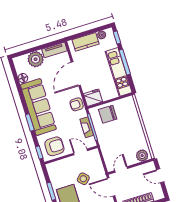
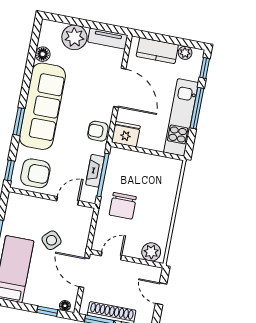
door: (76, 74) -> (120, 88), swing flipped
chair: (108, 114) -> (123, 206), moved, turned -90
door: (81, 152) -> (68, 201), hinge flipped

